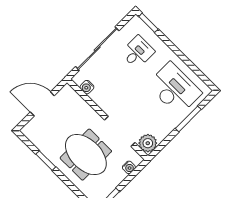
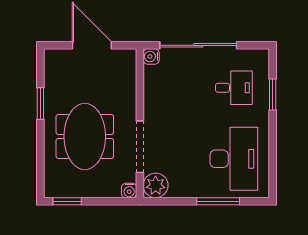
window: (148, 23) -> (273, 95), moved
water cooler: (87, 87) -> (151, 57), moved
water cooler: (129, 167) -> (129, 190), moved

